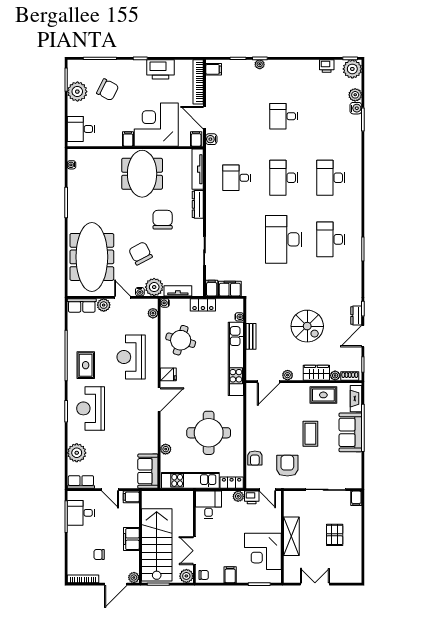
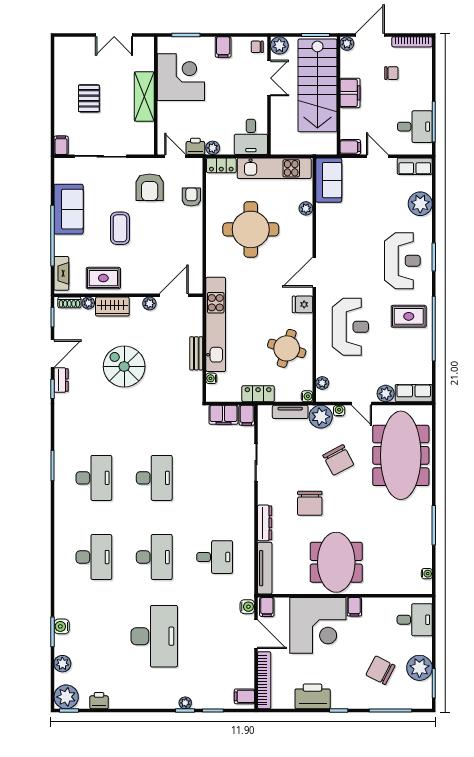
water cooler: (356, 108) -> (62, 626), moved
desk: (284, 116) -> (154, 636), width x1.87, depth x1.30
desk: (284, 239) -> (154, 478), width x0.73, depth x0.77
rug: (86, 365) -> (409, 316), turned 90
sofa: (350, 432) -> (69, 209), moved

